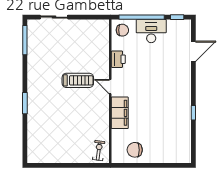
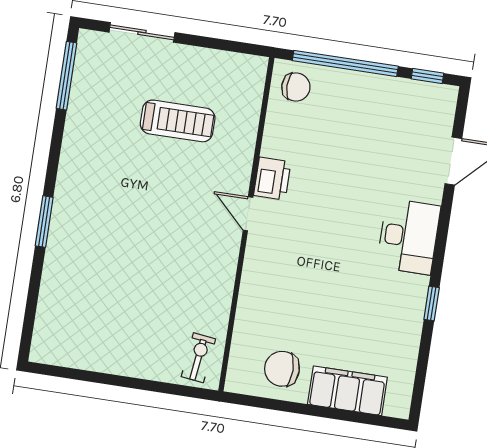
desk: (151, 31) -> (409, 237), moved, turned 90
printer: (118, 59) -> (272, 179), moved
treadmill: (78, 80) -> (178, 121), moved
filing cabinet: (120, 113) -> (347, 391), moved, turned -90

